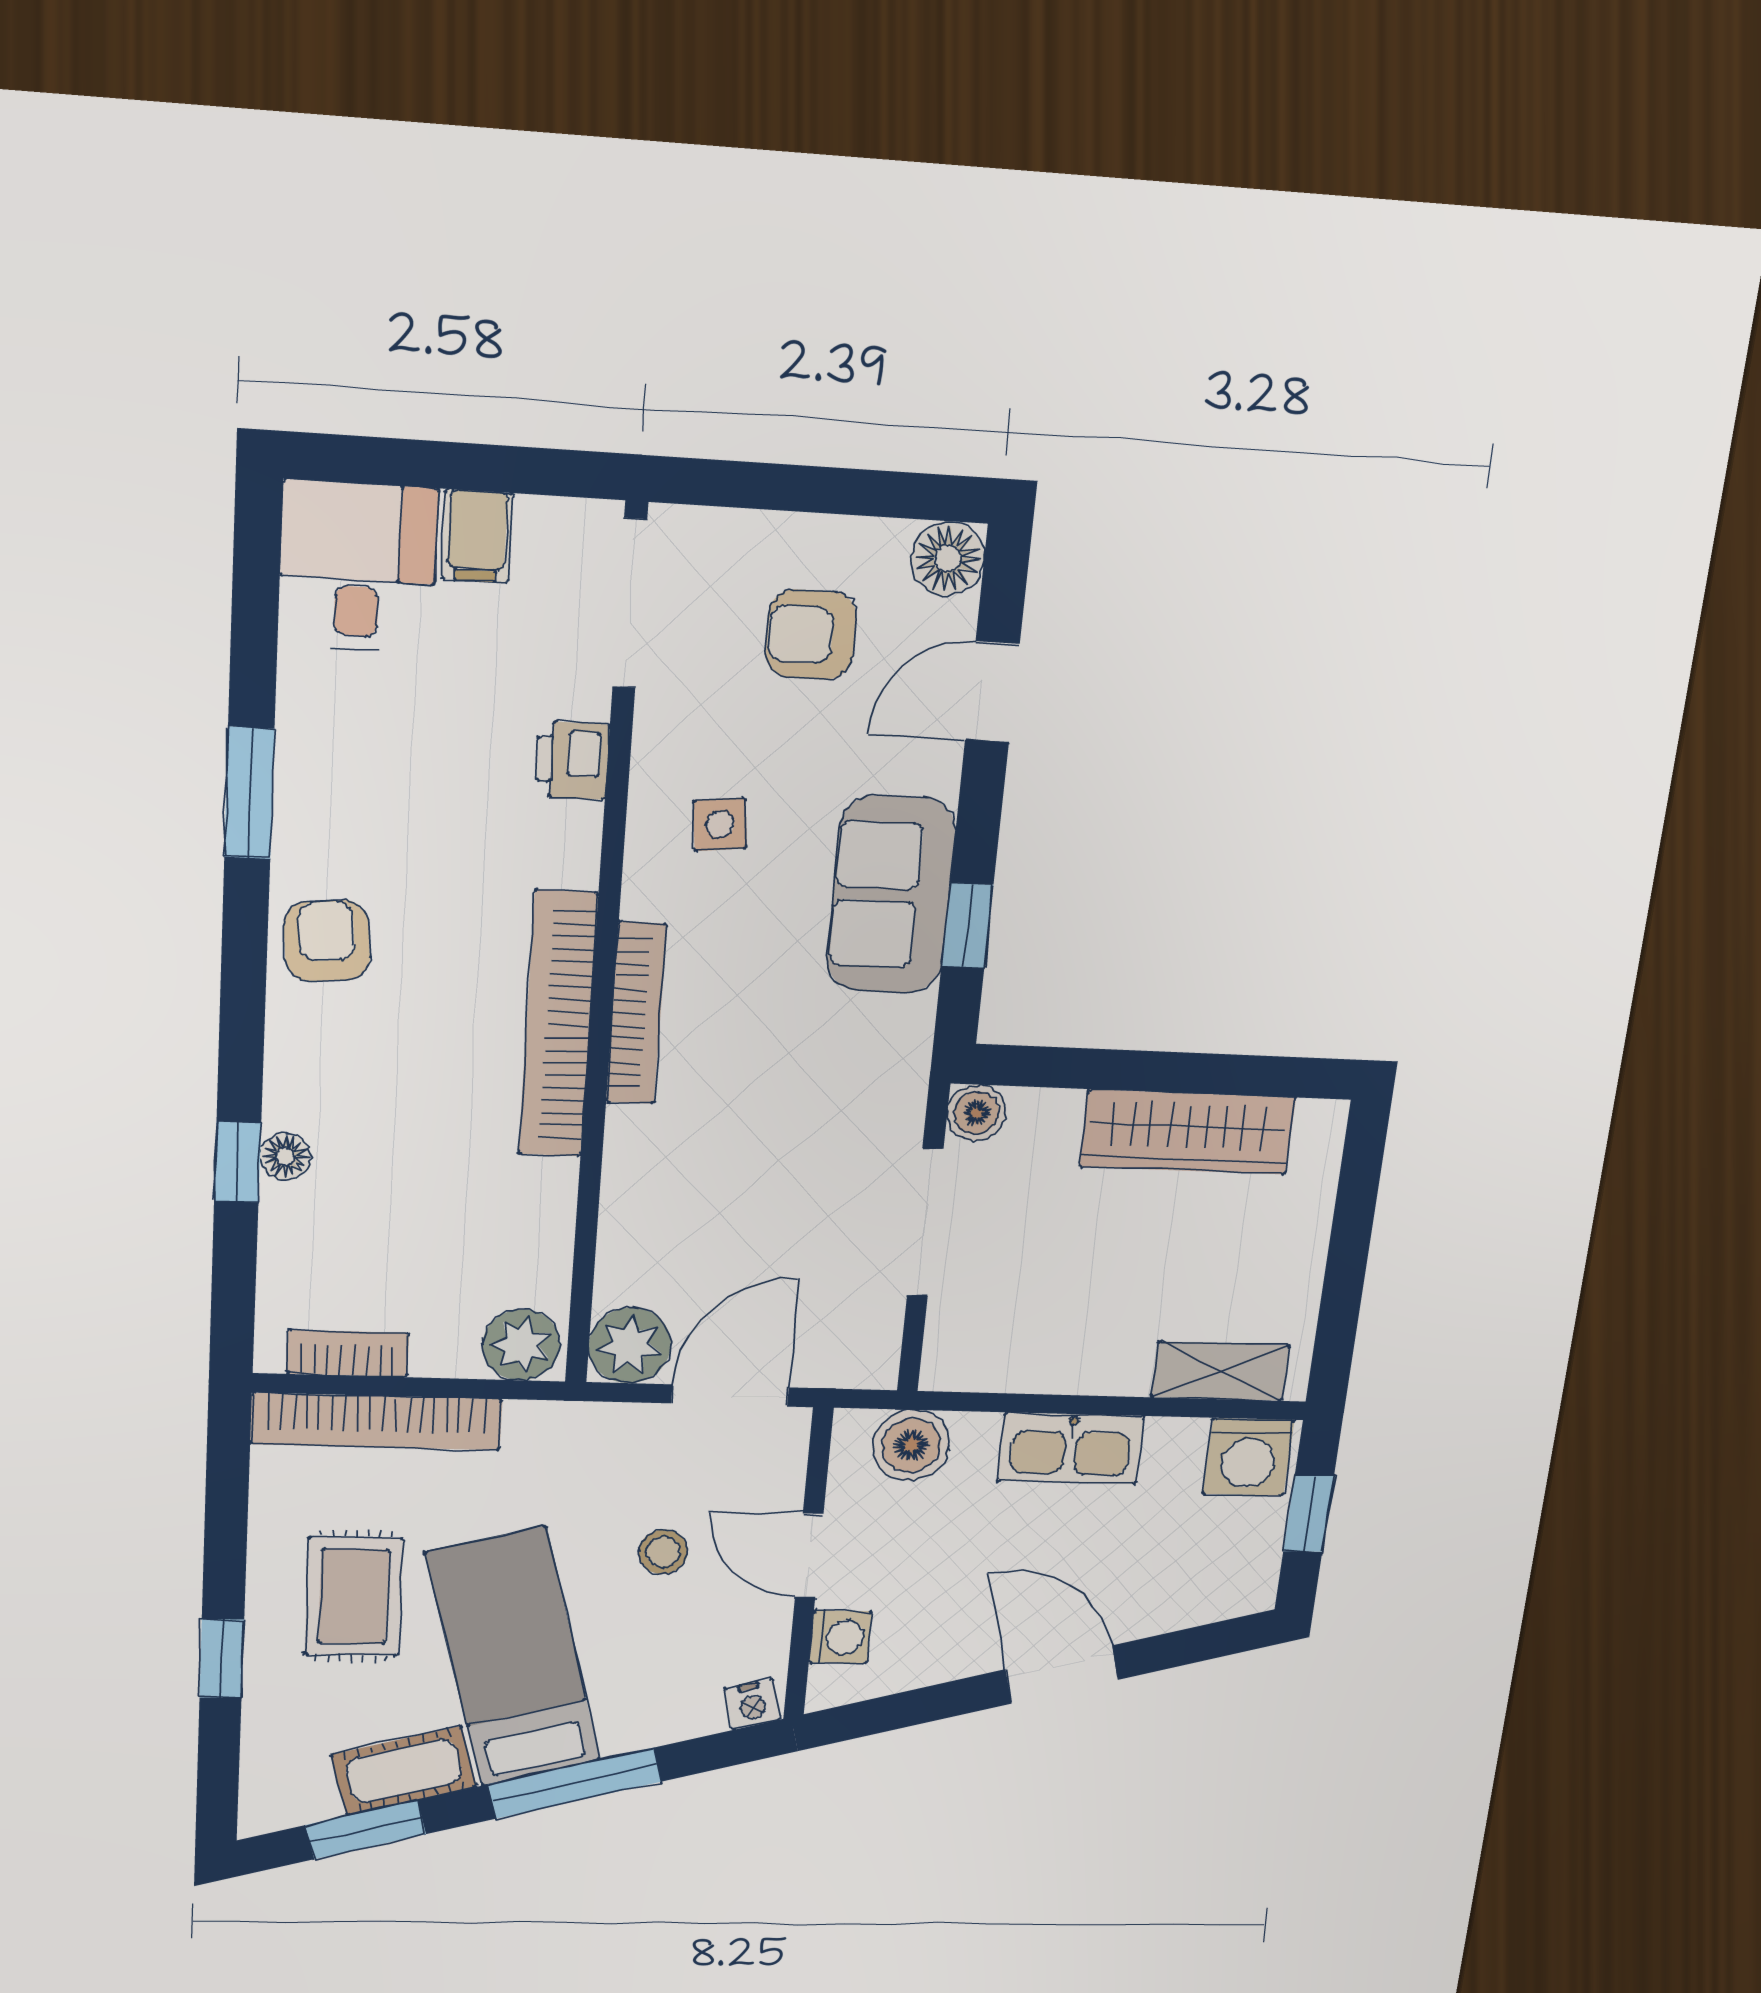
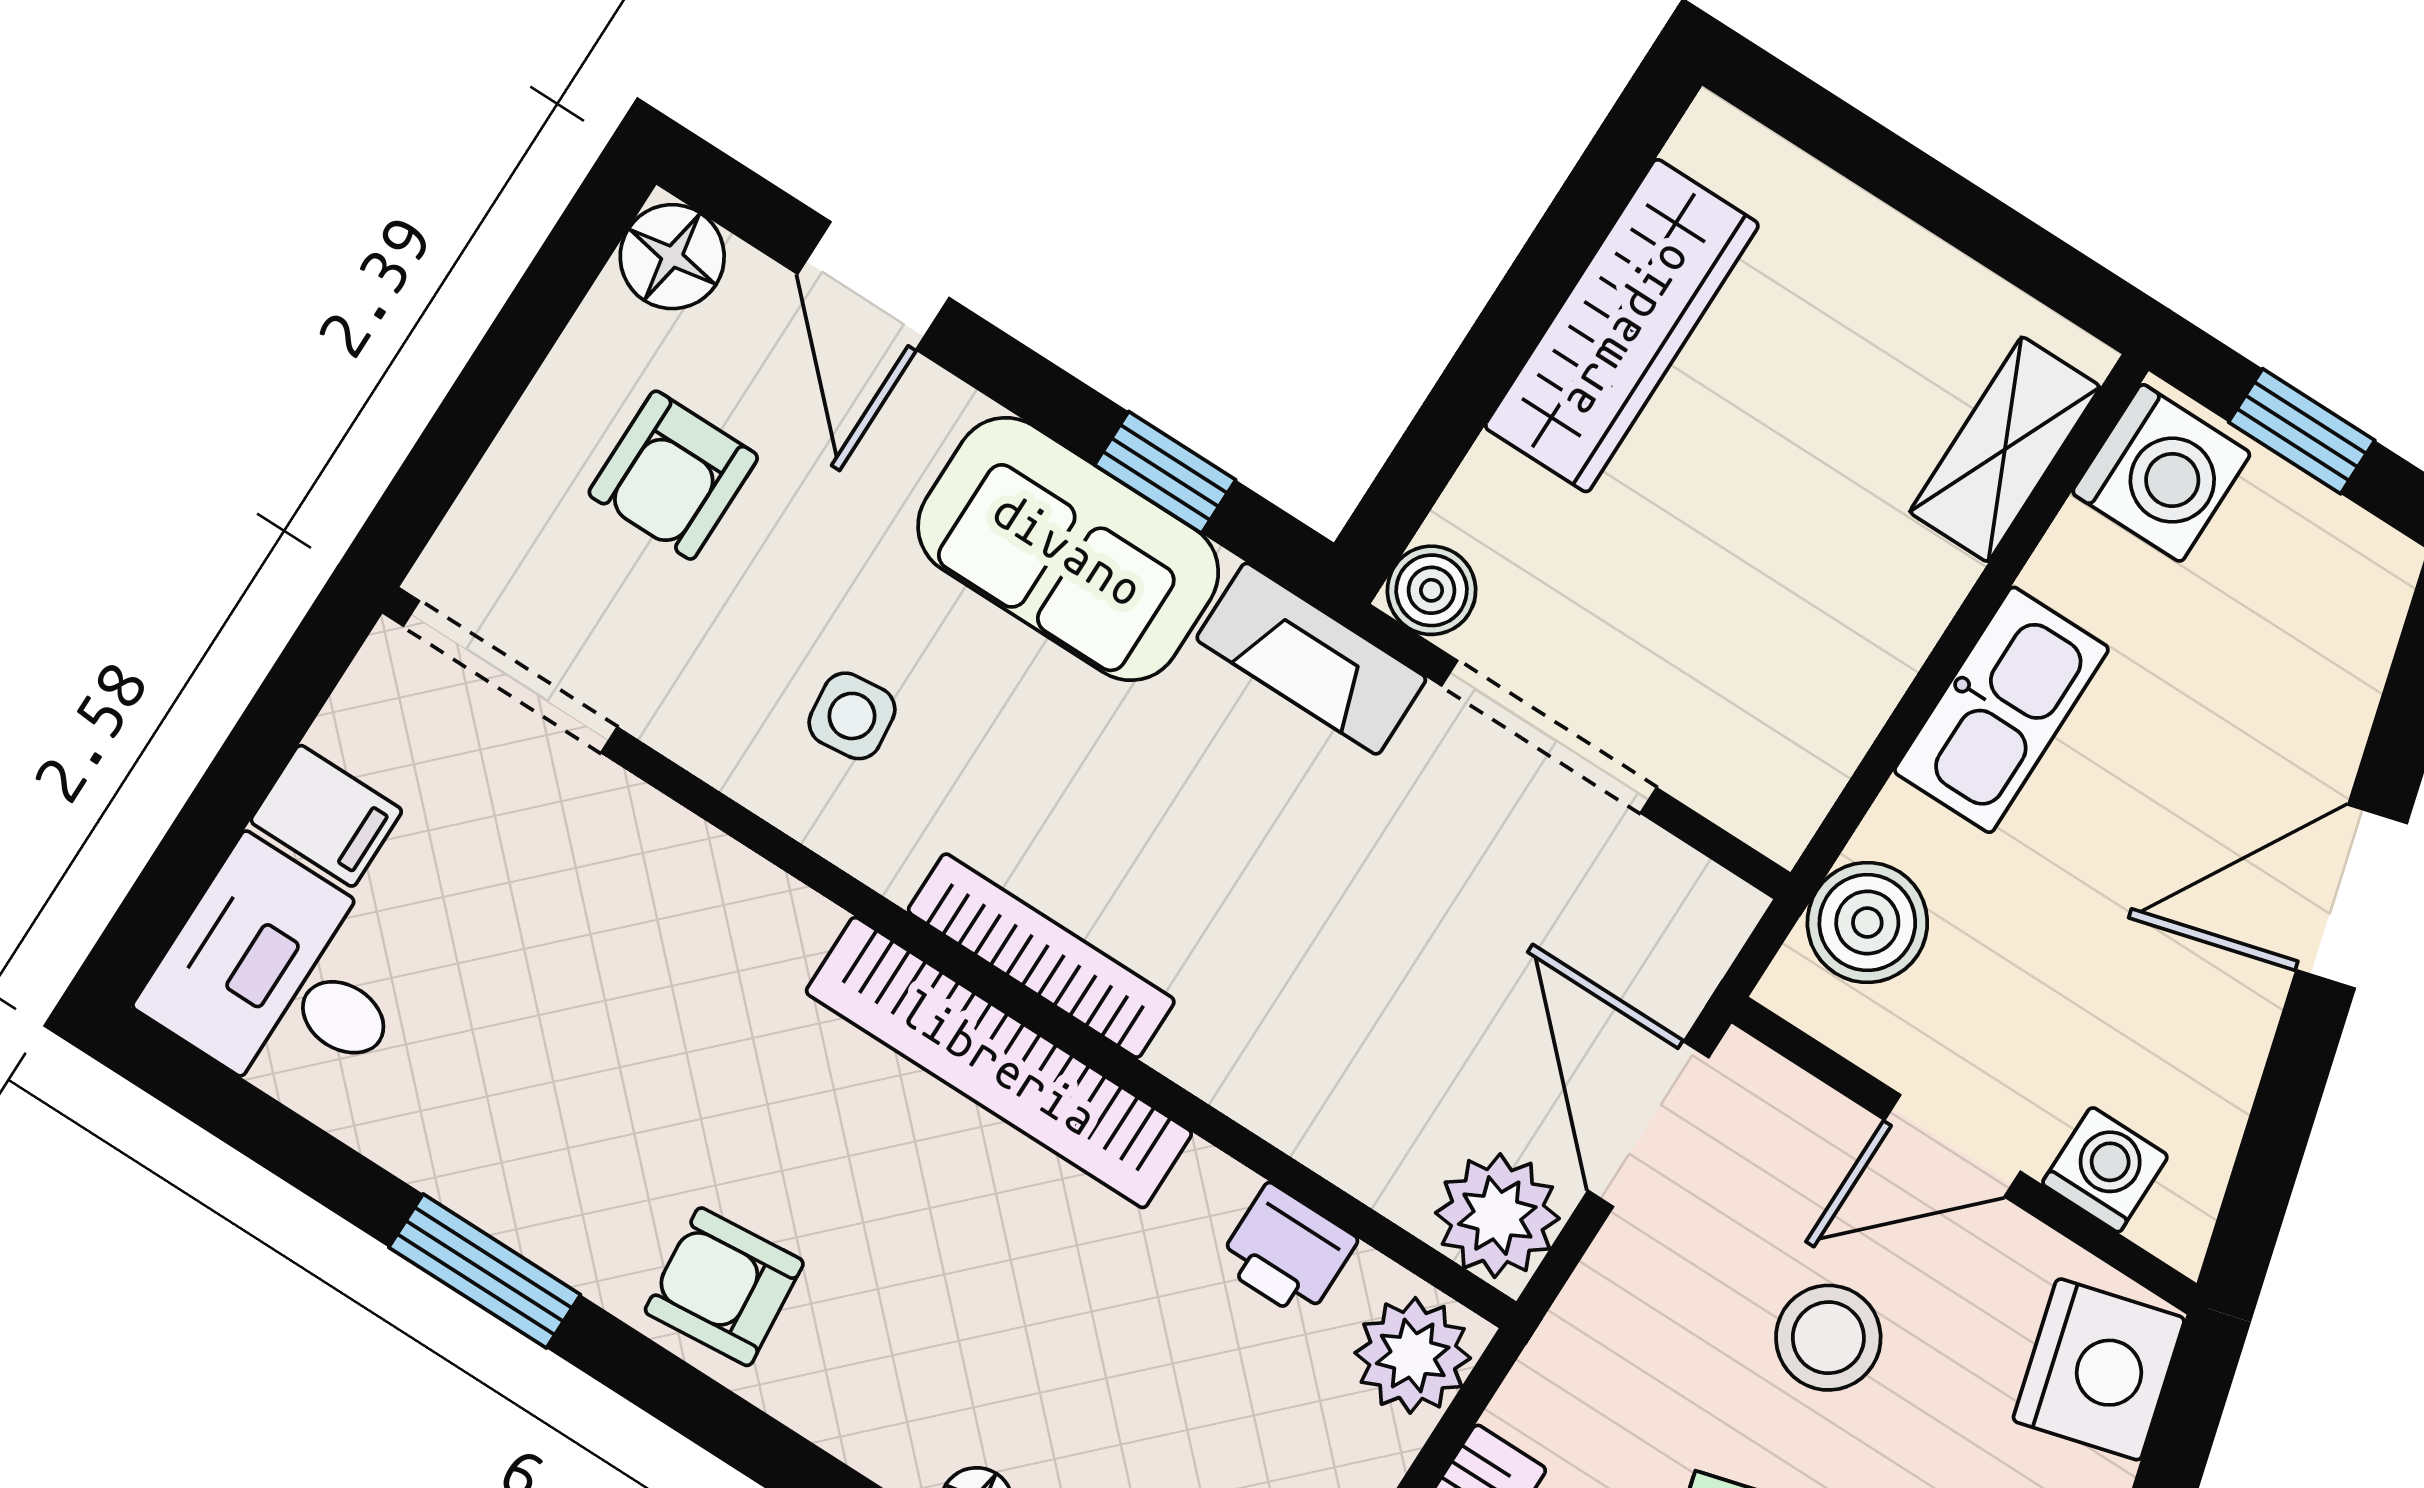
printer: (573, 760) -> (1287, 1251), moved
fireplace: (900, 1069) -> (1311, 659), added
stool: (663, 1552) -> (1828, 1338), width x1.37, depth x1.37
nightstand: (752, 1704) -> (2099, 1369), width x1.89, depth x1.79

